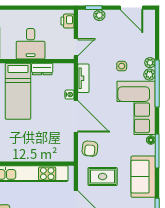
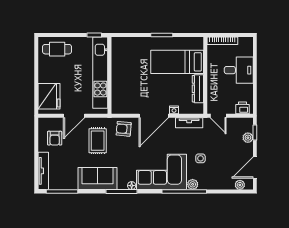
desk: (31, 44) -> (239, 70), moved, turned 180
plant: (150, 63) -> (240, 185), moved
dresser: (42, 69) -> (198, 89), width x1.44

